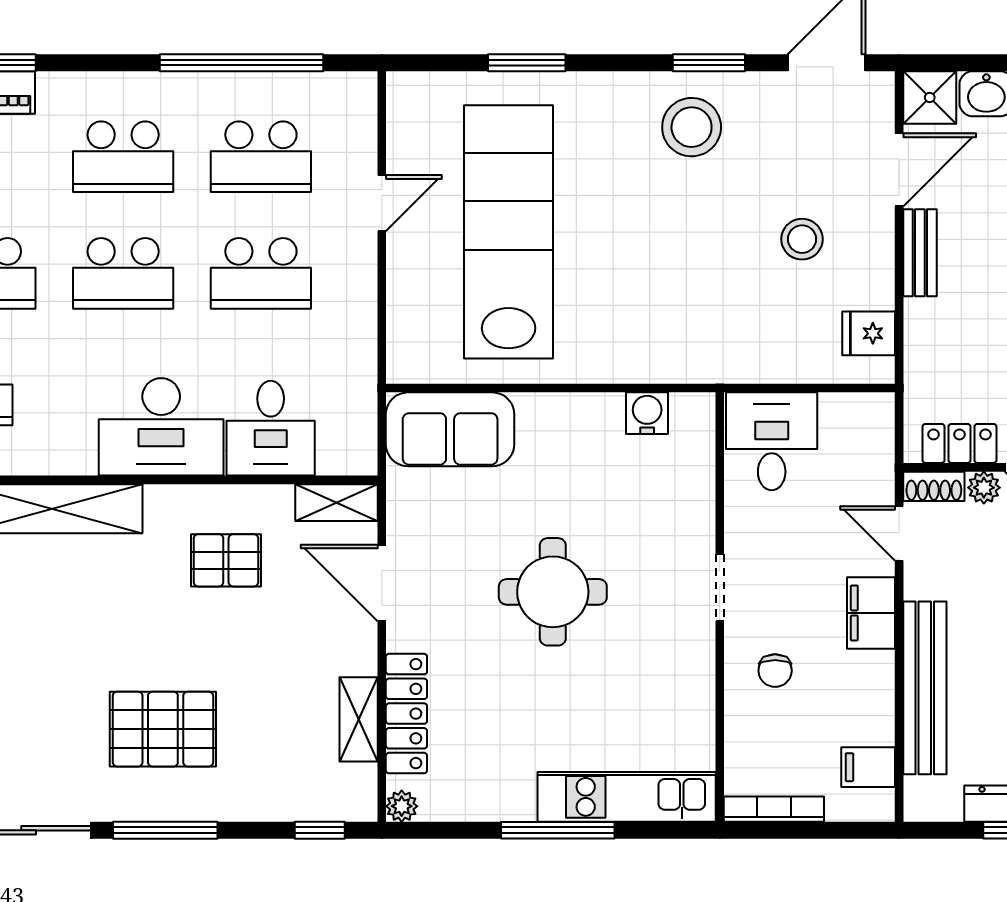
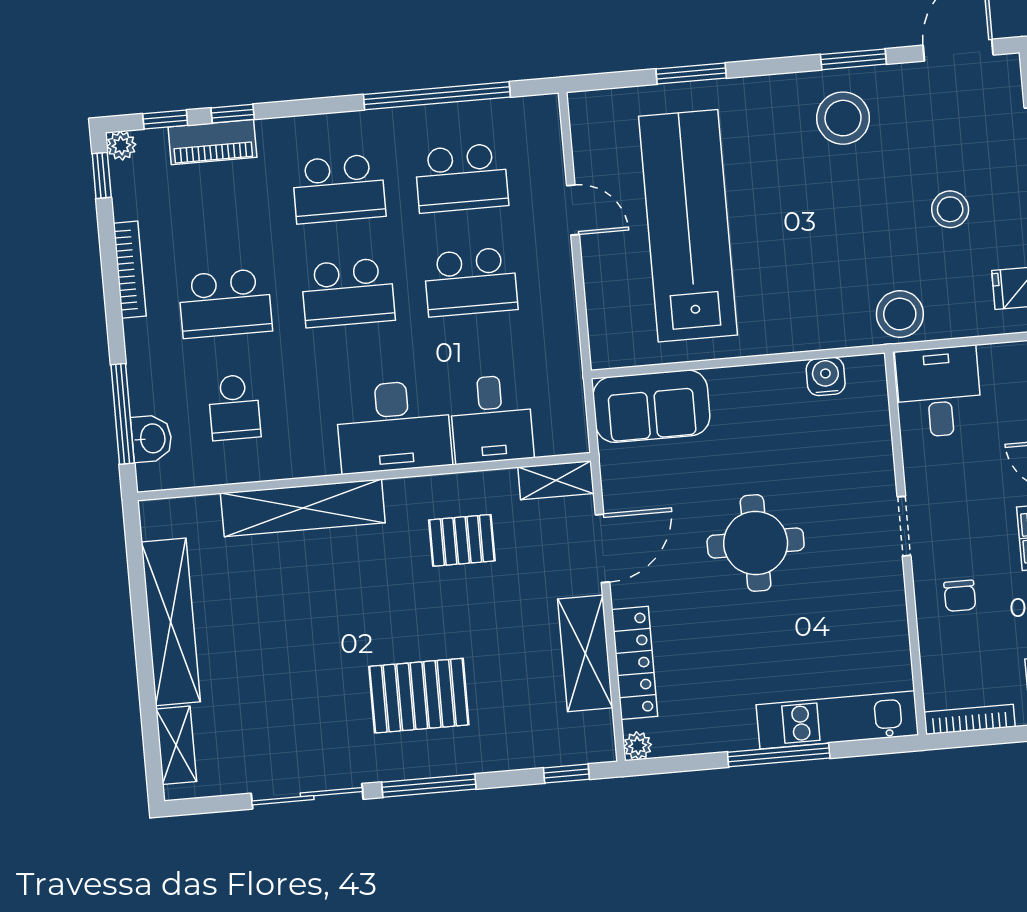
door: (382, 203) -> (573, 210), hinge flipped
stool: (736, 351) -> (900, 314), added
door: (382, 583) -> (603, 548), swing flipped
shelving: (359, 719) -> (585, 653), width x1.50, depth x1.33

